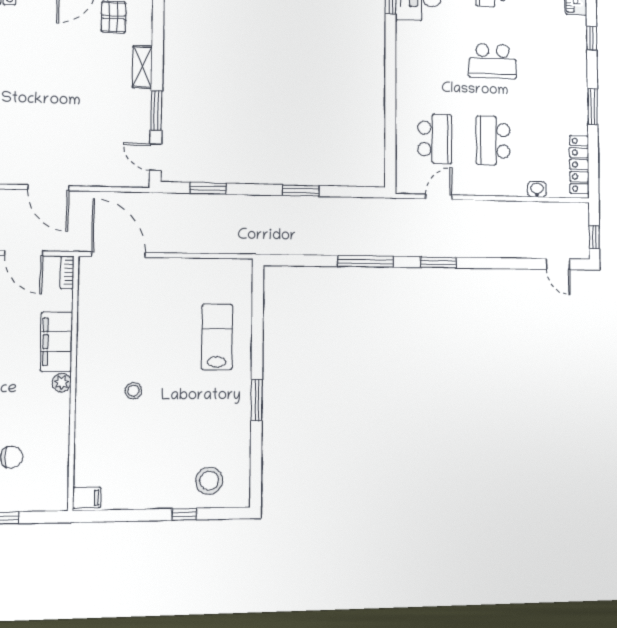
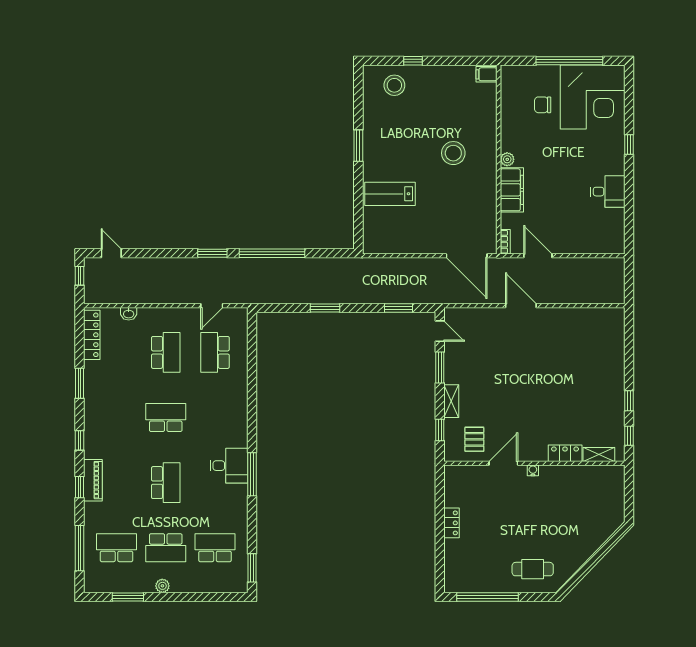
window: (158, 31) -> (440, 430), added
window: (366, 261) -> (272, 253), width x1.46
lab bench: (217, 337) -> (390, 194), turned 90
stool: (133, 391) -> (453, 153), width x1.89, depth x1.89

